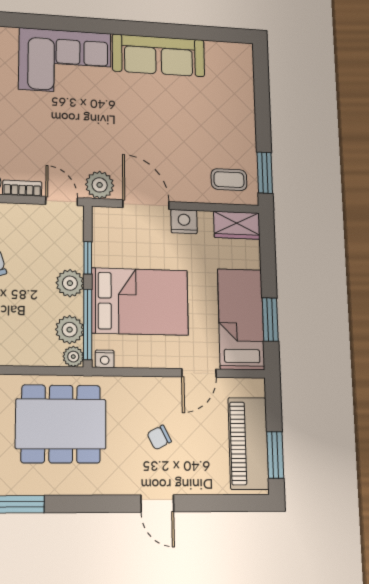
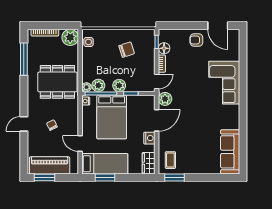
sofa: (159, 55) -> (230, 152), moved
dining table: (61, 424) -> (57, 82), turned 90

